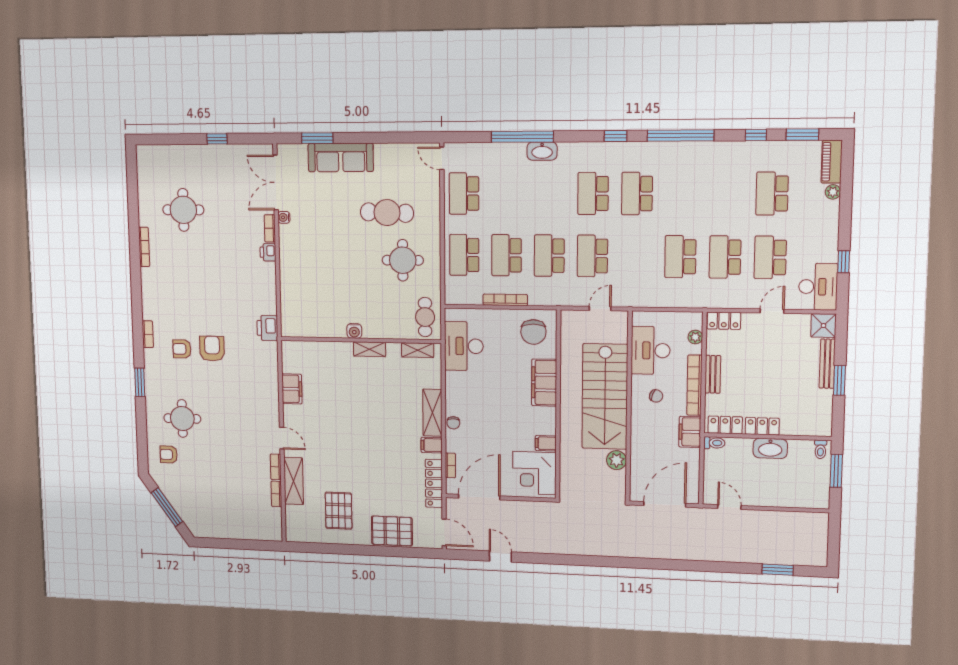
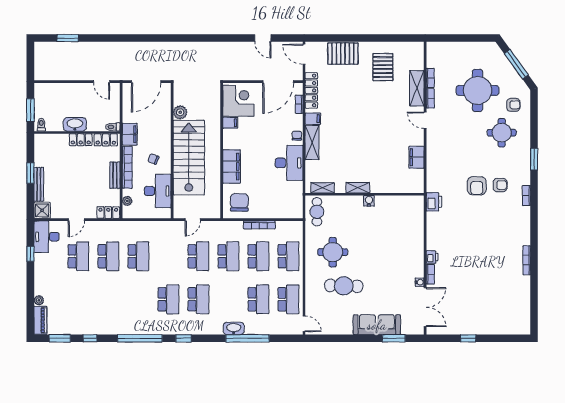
school desk: (772, 194) -> (258, 299), moved
round table: (183, 210) -> (478, 90), moved, width x1.36, depth x1.36
desk: (464, 346) -> (289, 163), moved

